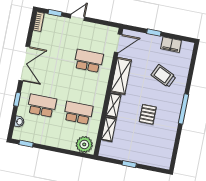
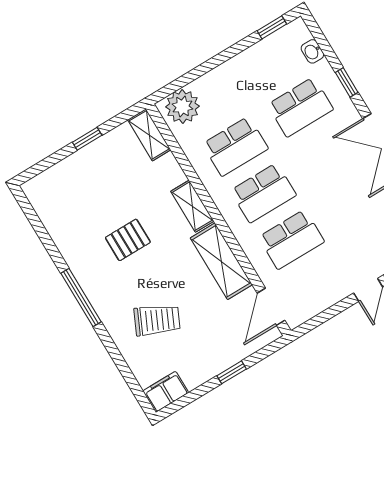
filing cabinet: (171, 45) -> (166, 392), moved
school desk: (83, 87) -> (263, 193), added
pallet: (148, 114) -> (128, 240), turned 90
shelving: (109, 129) -> (149, 135), moved

